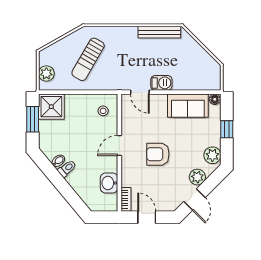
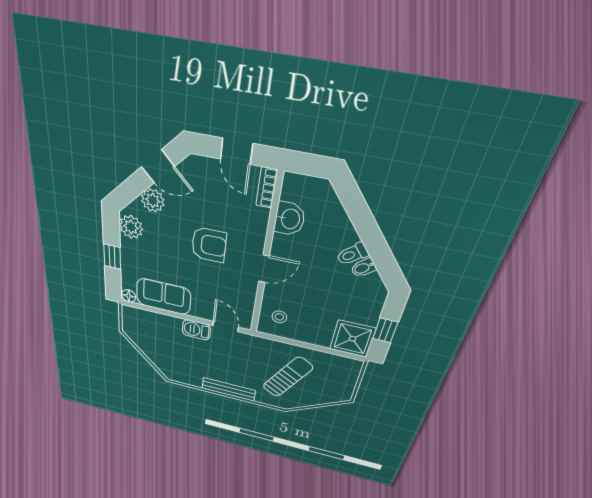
bench: (159, 32) -> (229, 389), moved
plant: (46, 73) -> (348, 376), removed
window: (33, 119) -> (385, 330), width x0.67
door: (194, 200) -> (158, 167), swing flipped

